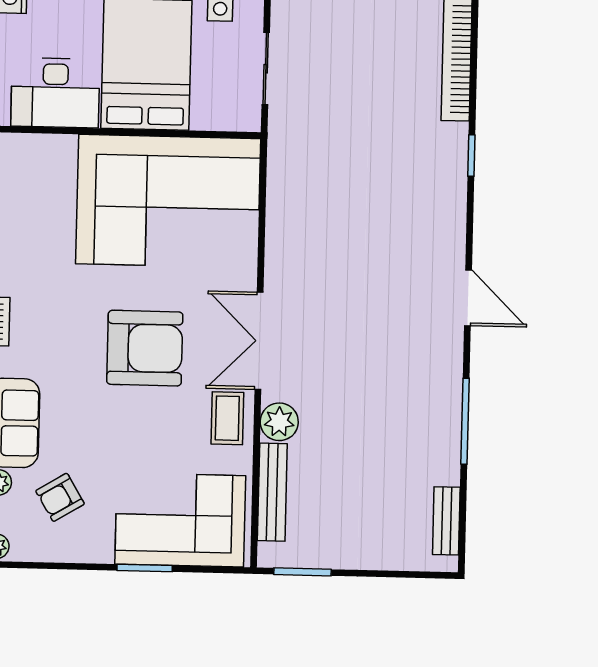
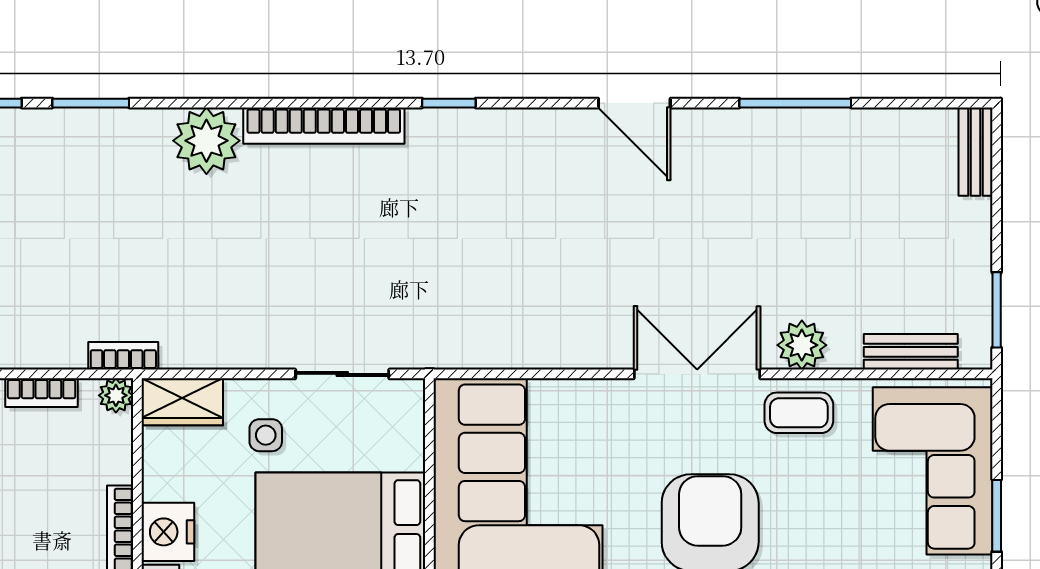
door: (468, 298) -> (634, 103), swing flipped
double door: (259, 341) -> (697, 374), swing flipped
bench: (272, 492) -> (911, 352), width x0.73
bench: (446, 521) -> (976, 152), moved, turned 90

